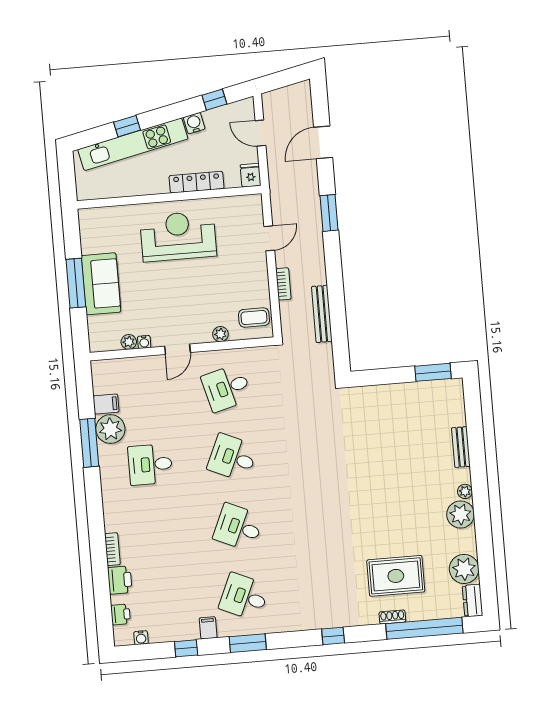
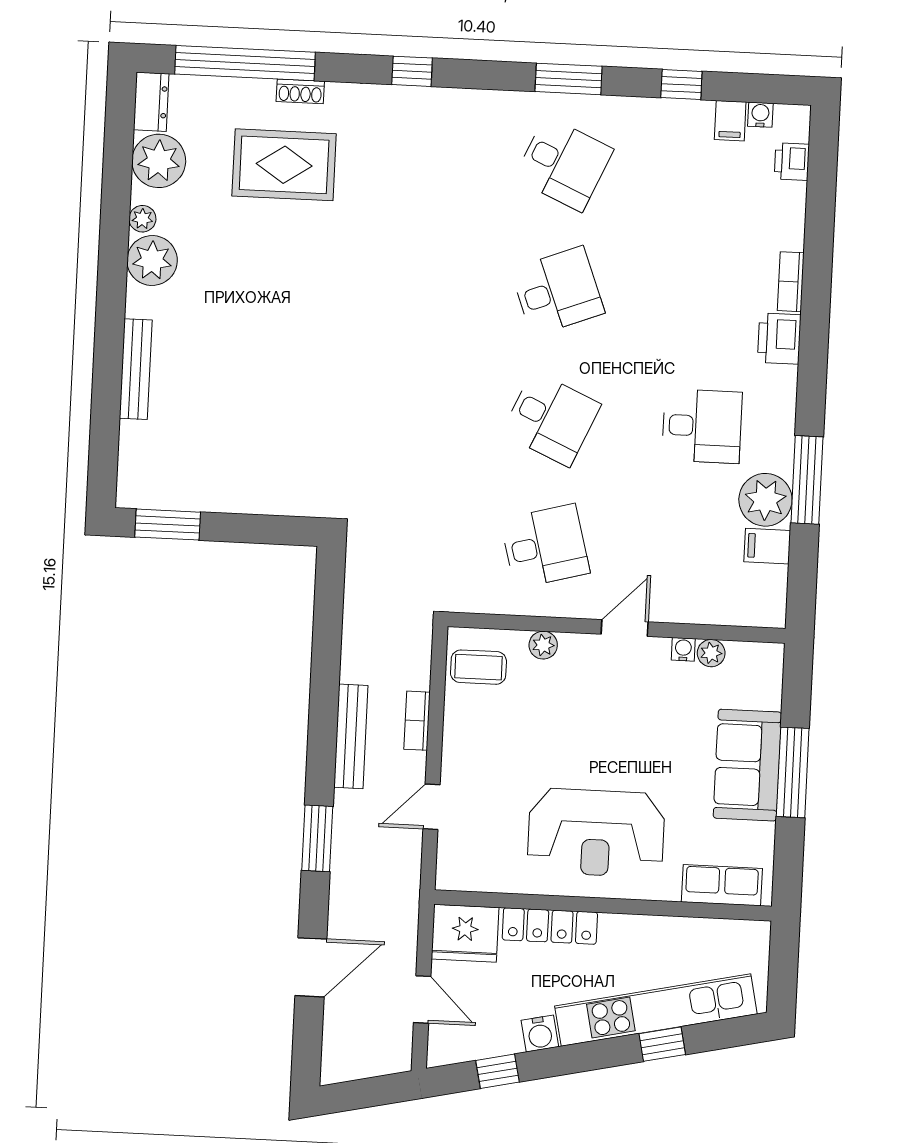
fridge: (251, 175) -> (465, 933), width x1.88, depth x1.34
row of seats: (106, 217) -> (722, 885), added
bench: (322, 314) -> (351, 736), moved
bench: (461, 447) -> (136, 369), width x1.36
plant: (465, 491) -> (142, 219), moved
desk: (238, 527) -> (557, 291), turned -45
printer: (120, 580) -> (779, 339), moved
filing cabinet: (208, 628) -> (730, 121), moved

